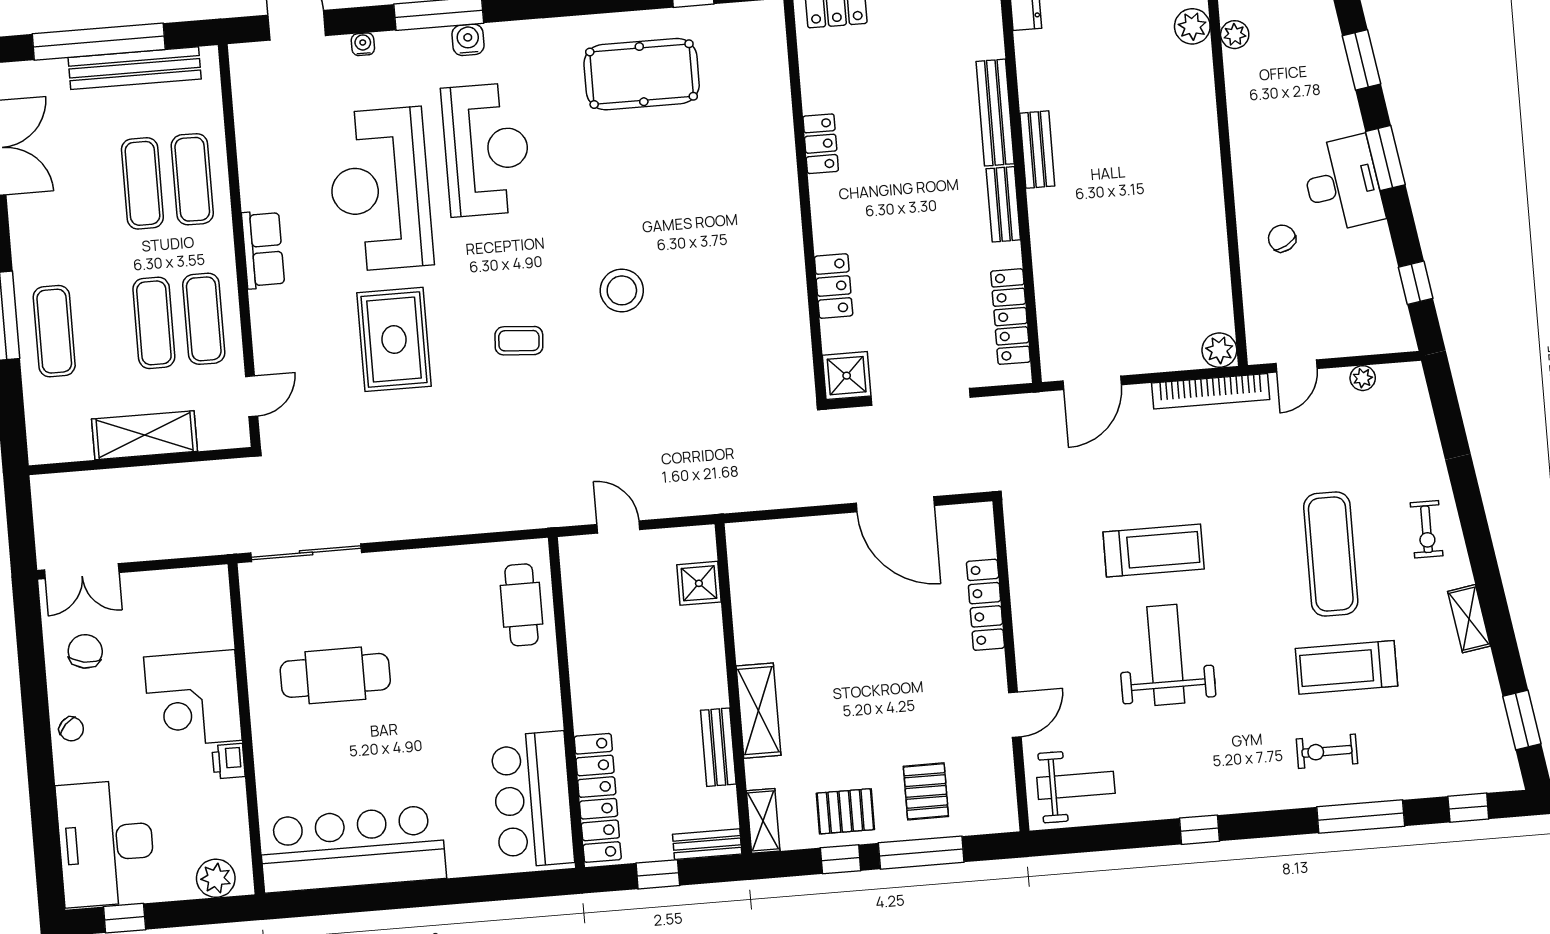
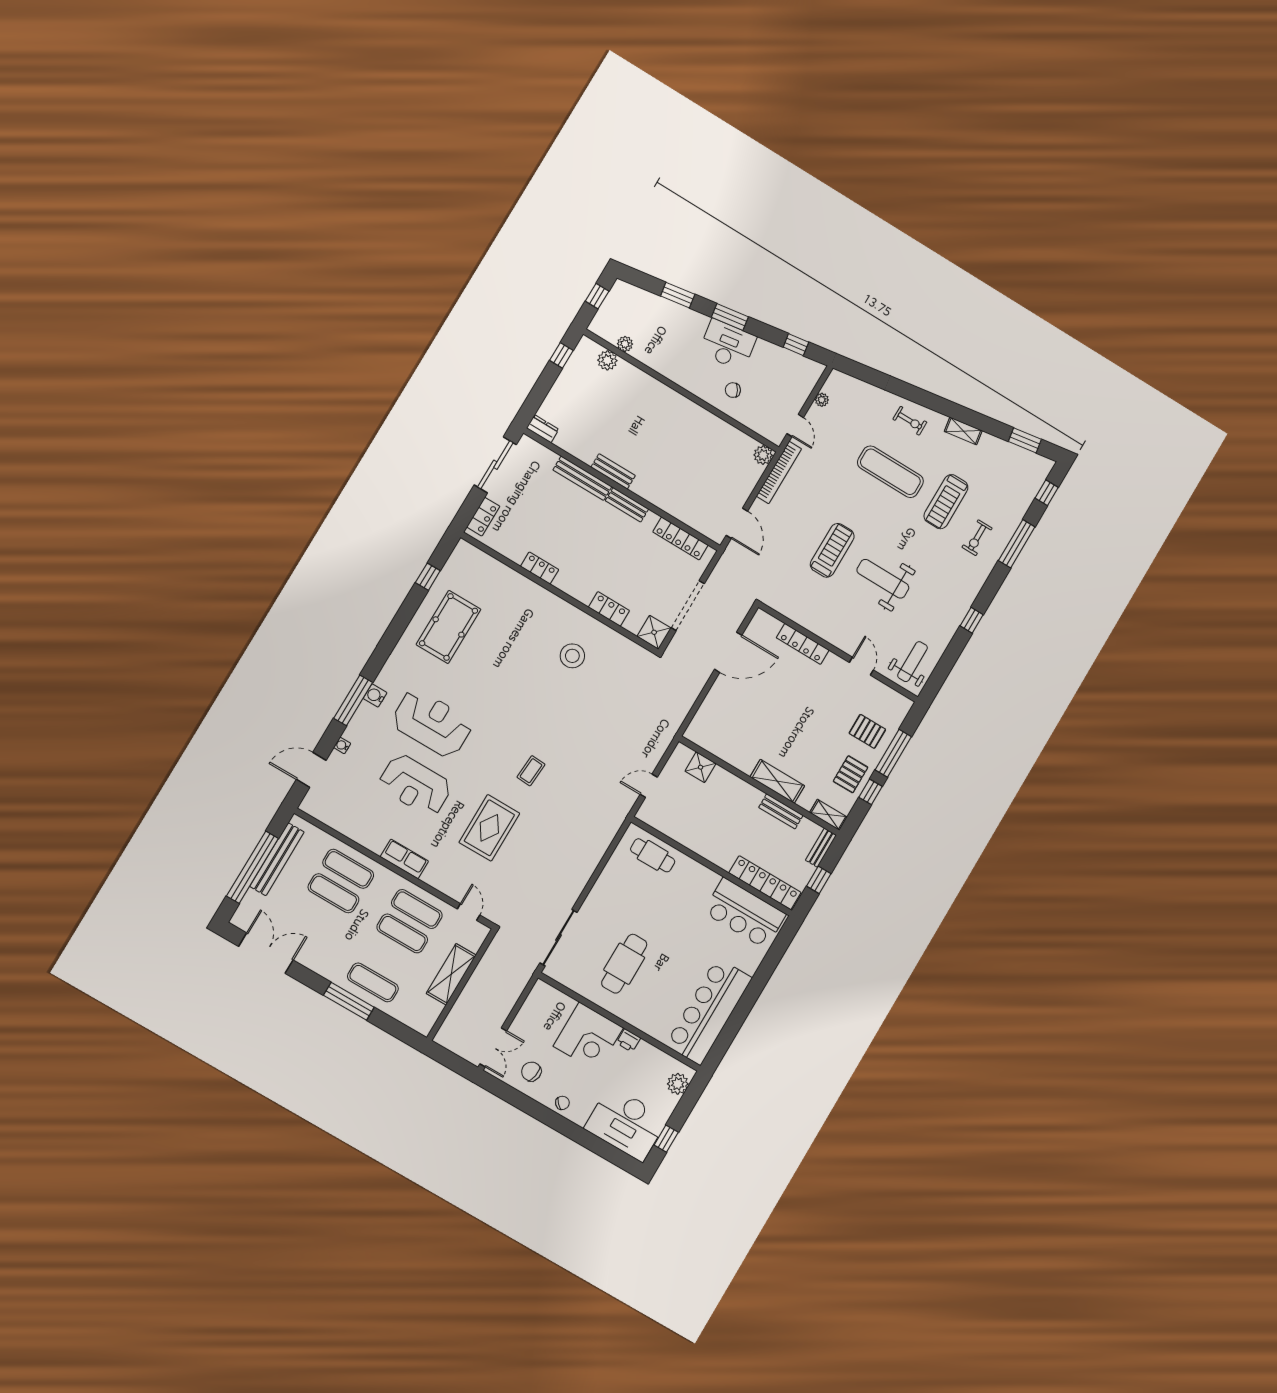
reception desk: (380, 189) -> (415, 785), width x0.74, depth x0.77
stool: (622, 290) -> (572, 656), moved
rug: (394, 339) -> (489, 828), turned 90

